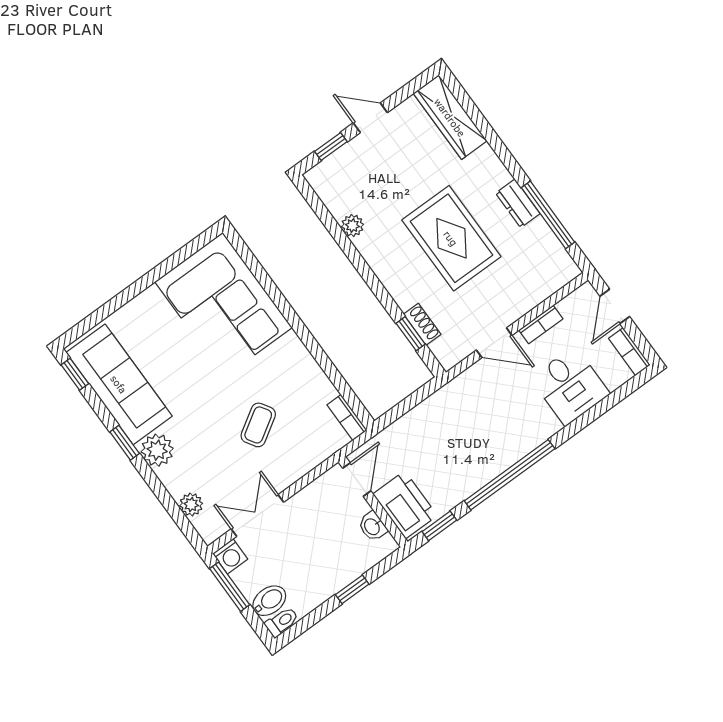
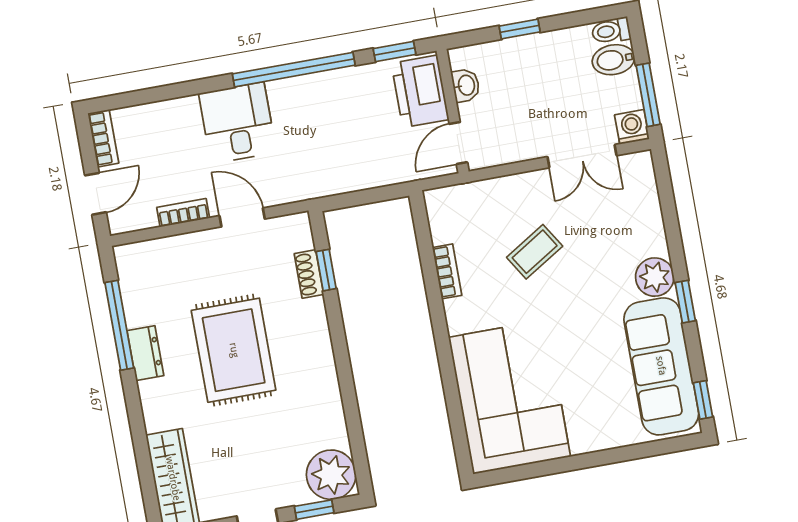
plant: (352, 226) -> (331, 475), moved, width x1.88, depth x1.88
desk: (570, 386) -> (238, 123), moved
bookcase: (347, 418) -> (447, 271), moved
plant: (191, 505) -> (647, 202), removed

